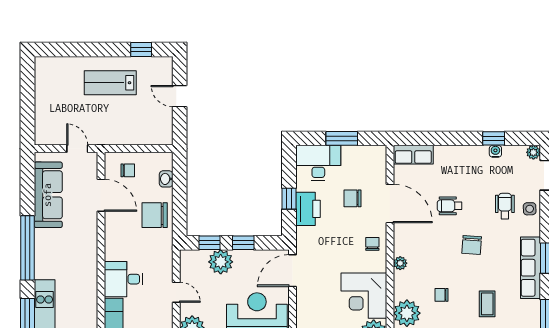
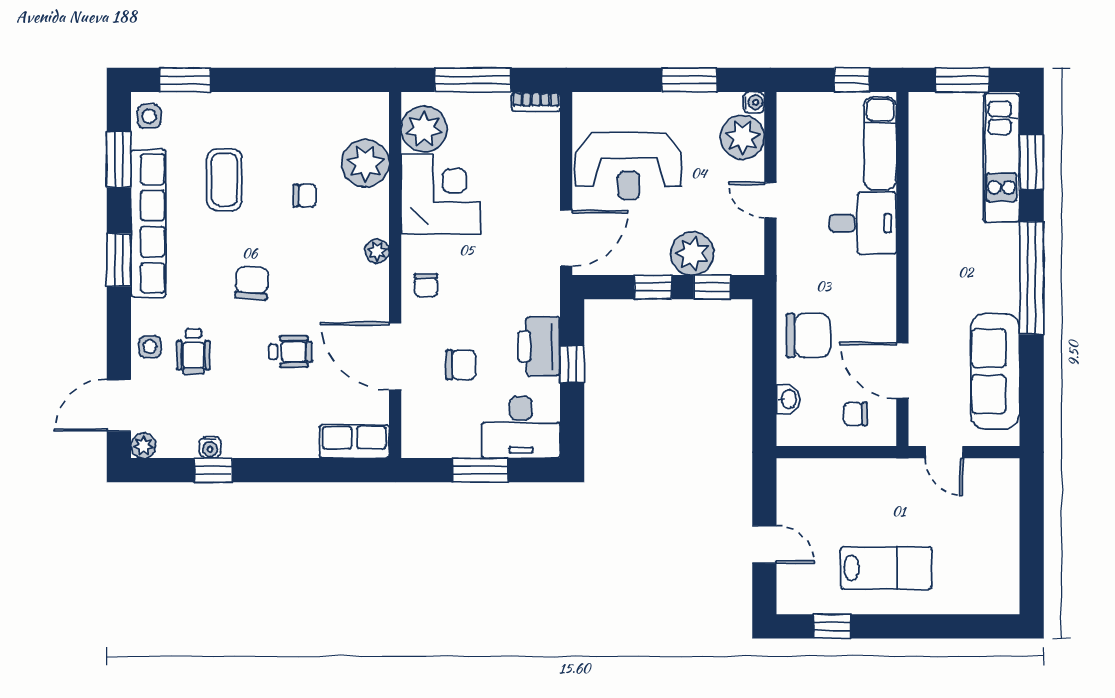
row of seats: (531, 268) -> (148, 223), width x1.36
coffee table: (487, 304) -> (224, 180), width x1.36, depth x1.30

